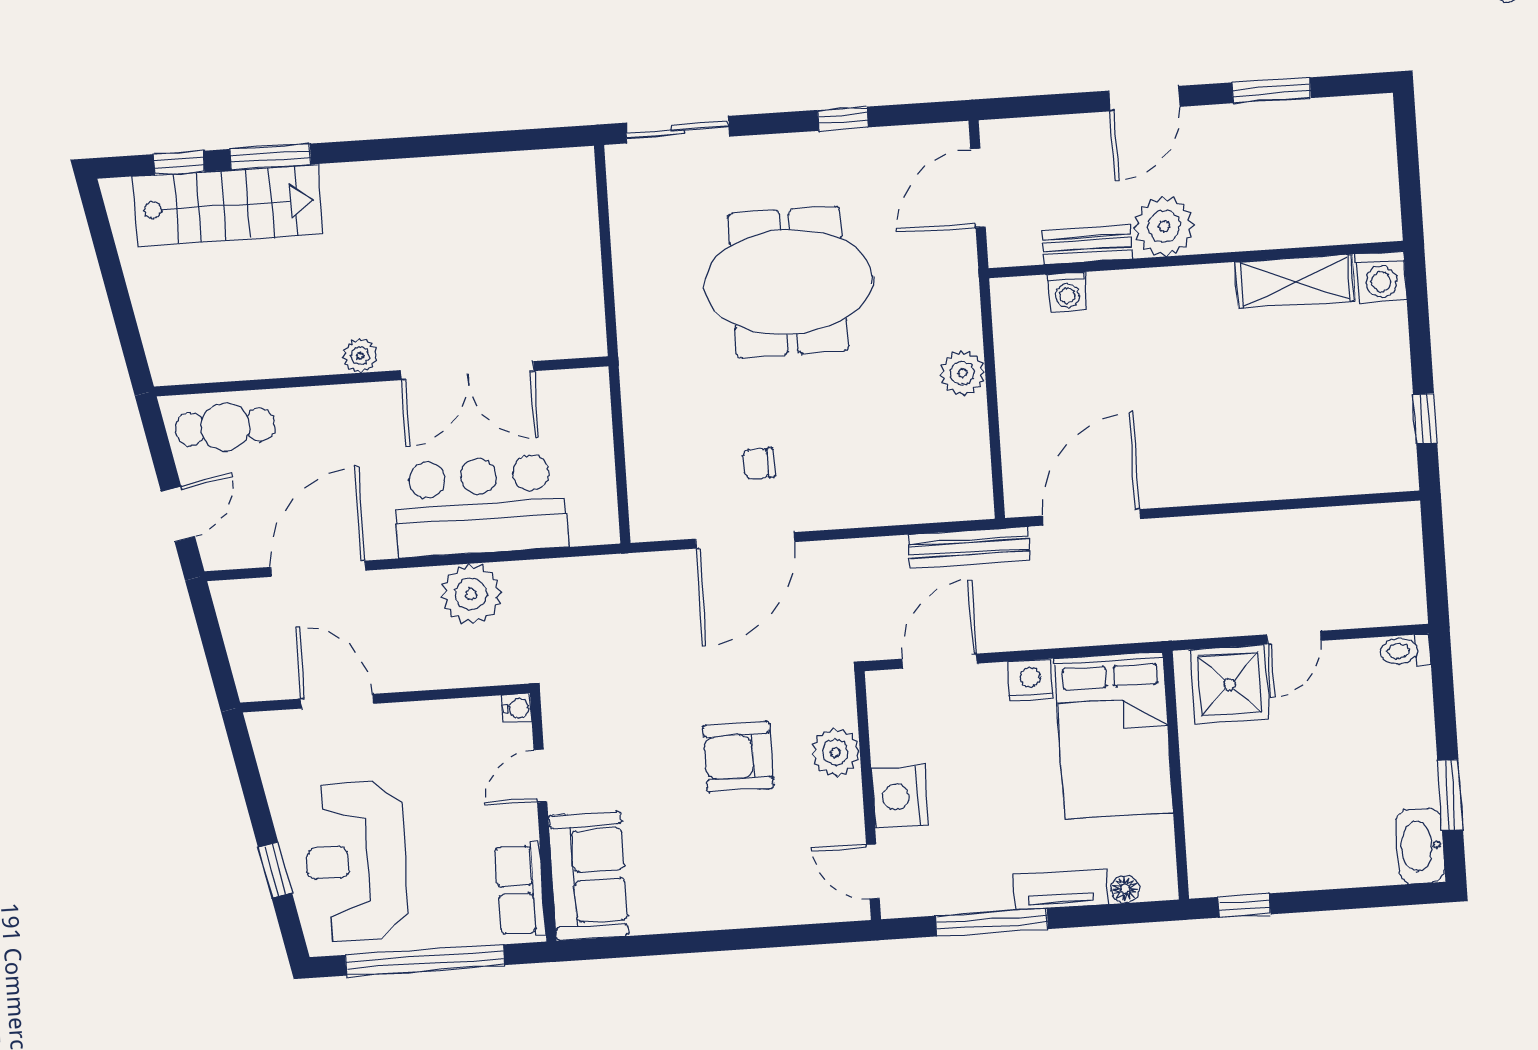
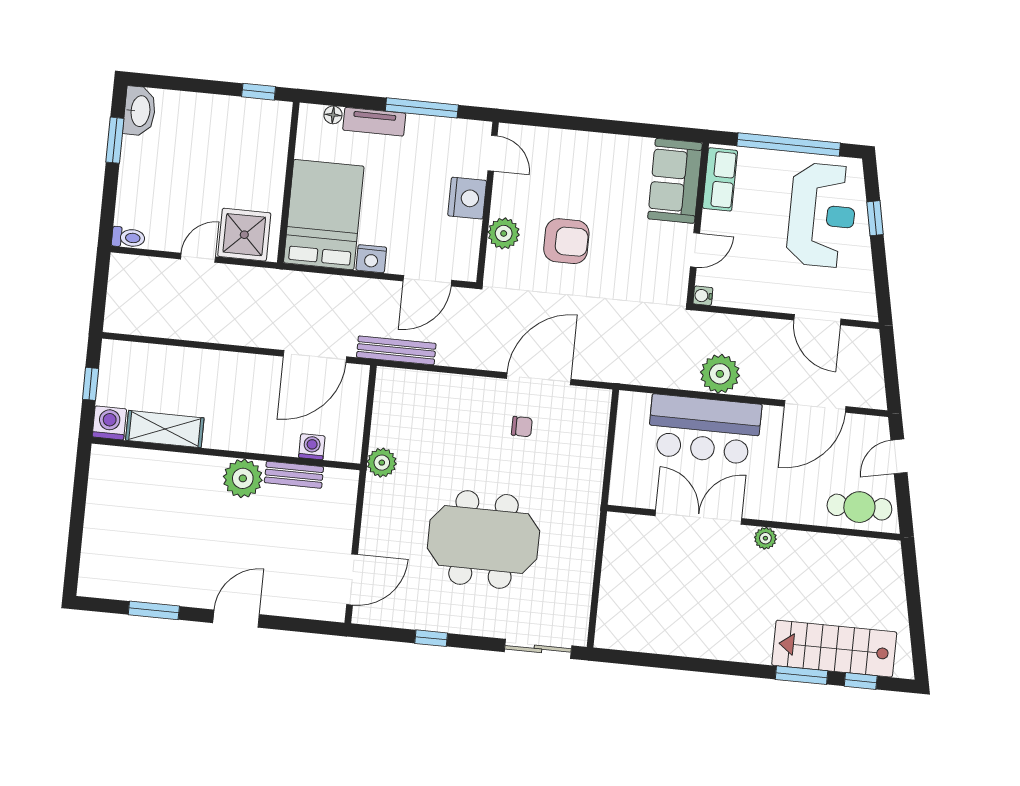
plant: (1164, 226) -> (243, 478), moved
bench: (1087, 245) -> (294, 475), moved
wall: (1196, 260) -> (226, 454), moved
washing machine: (1381, 277) -> (109, 423), moved
shelving: (1295, 281) -> (165, 429), moved
washing machine: (1067, 292) -> (312, 447), moved

